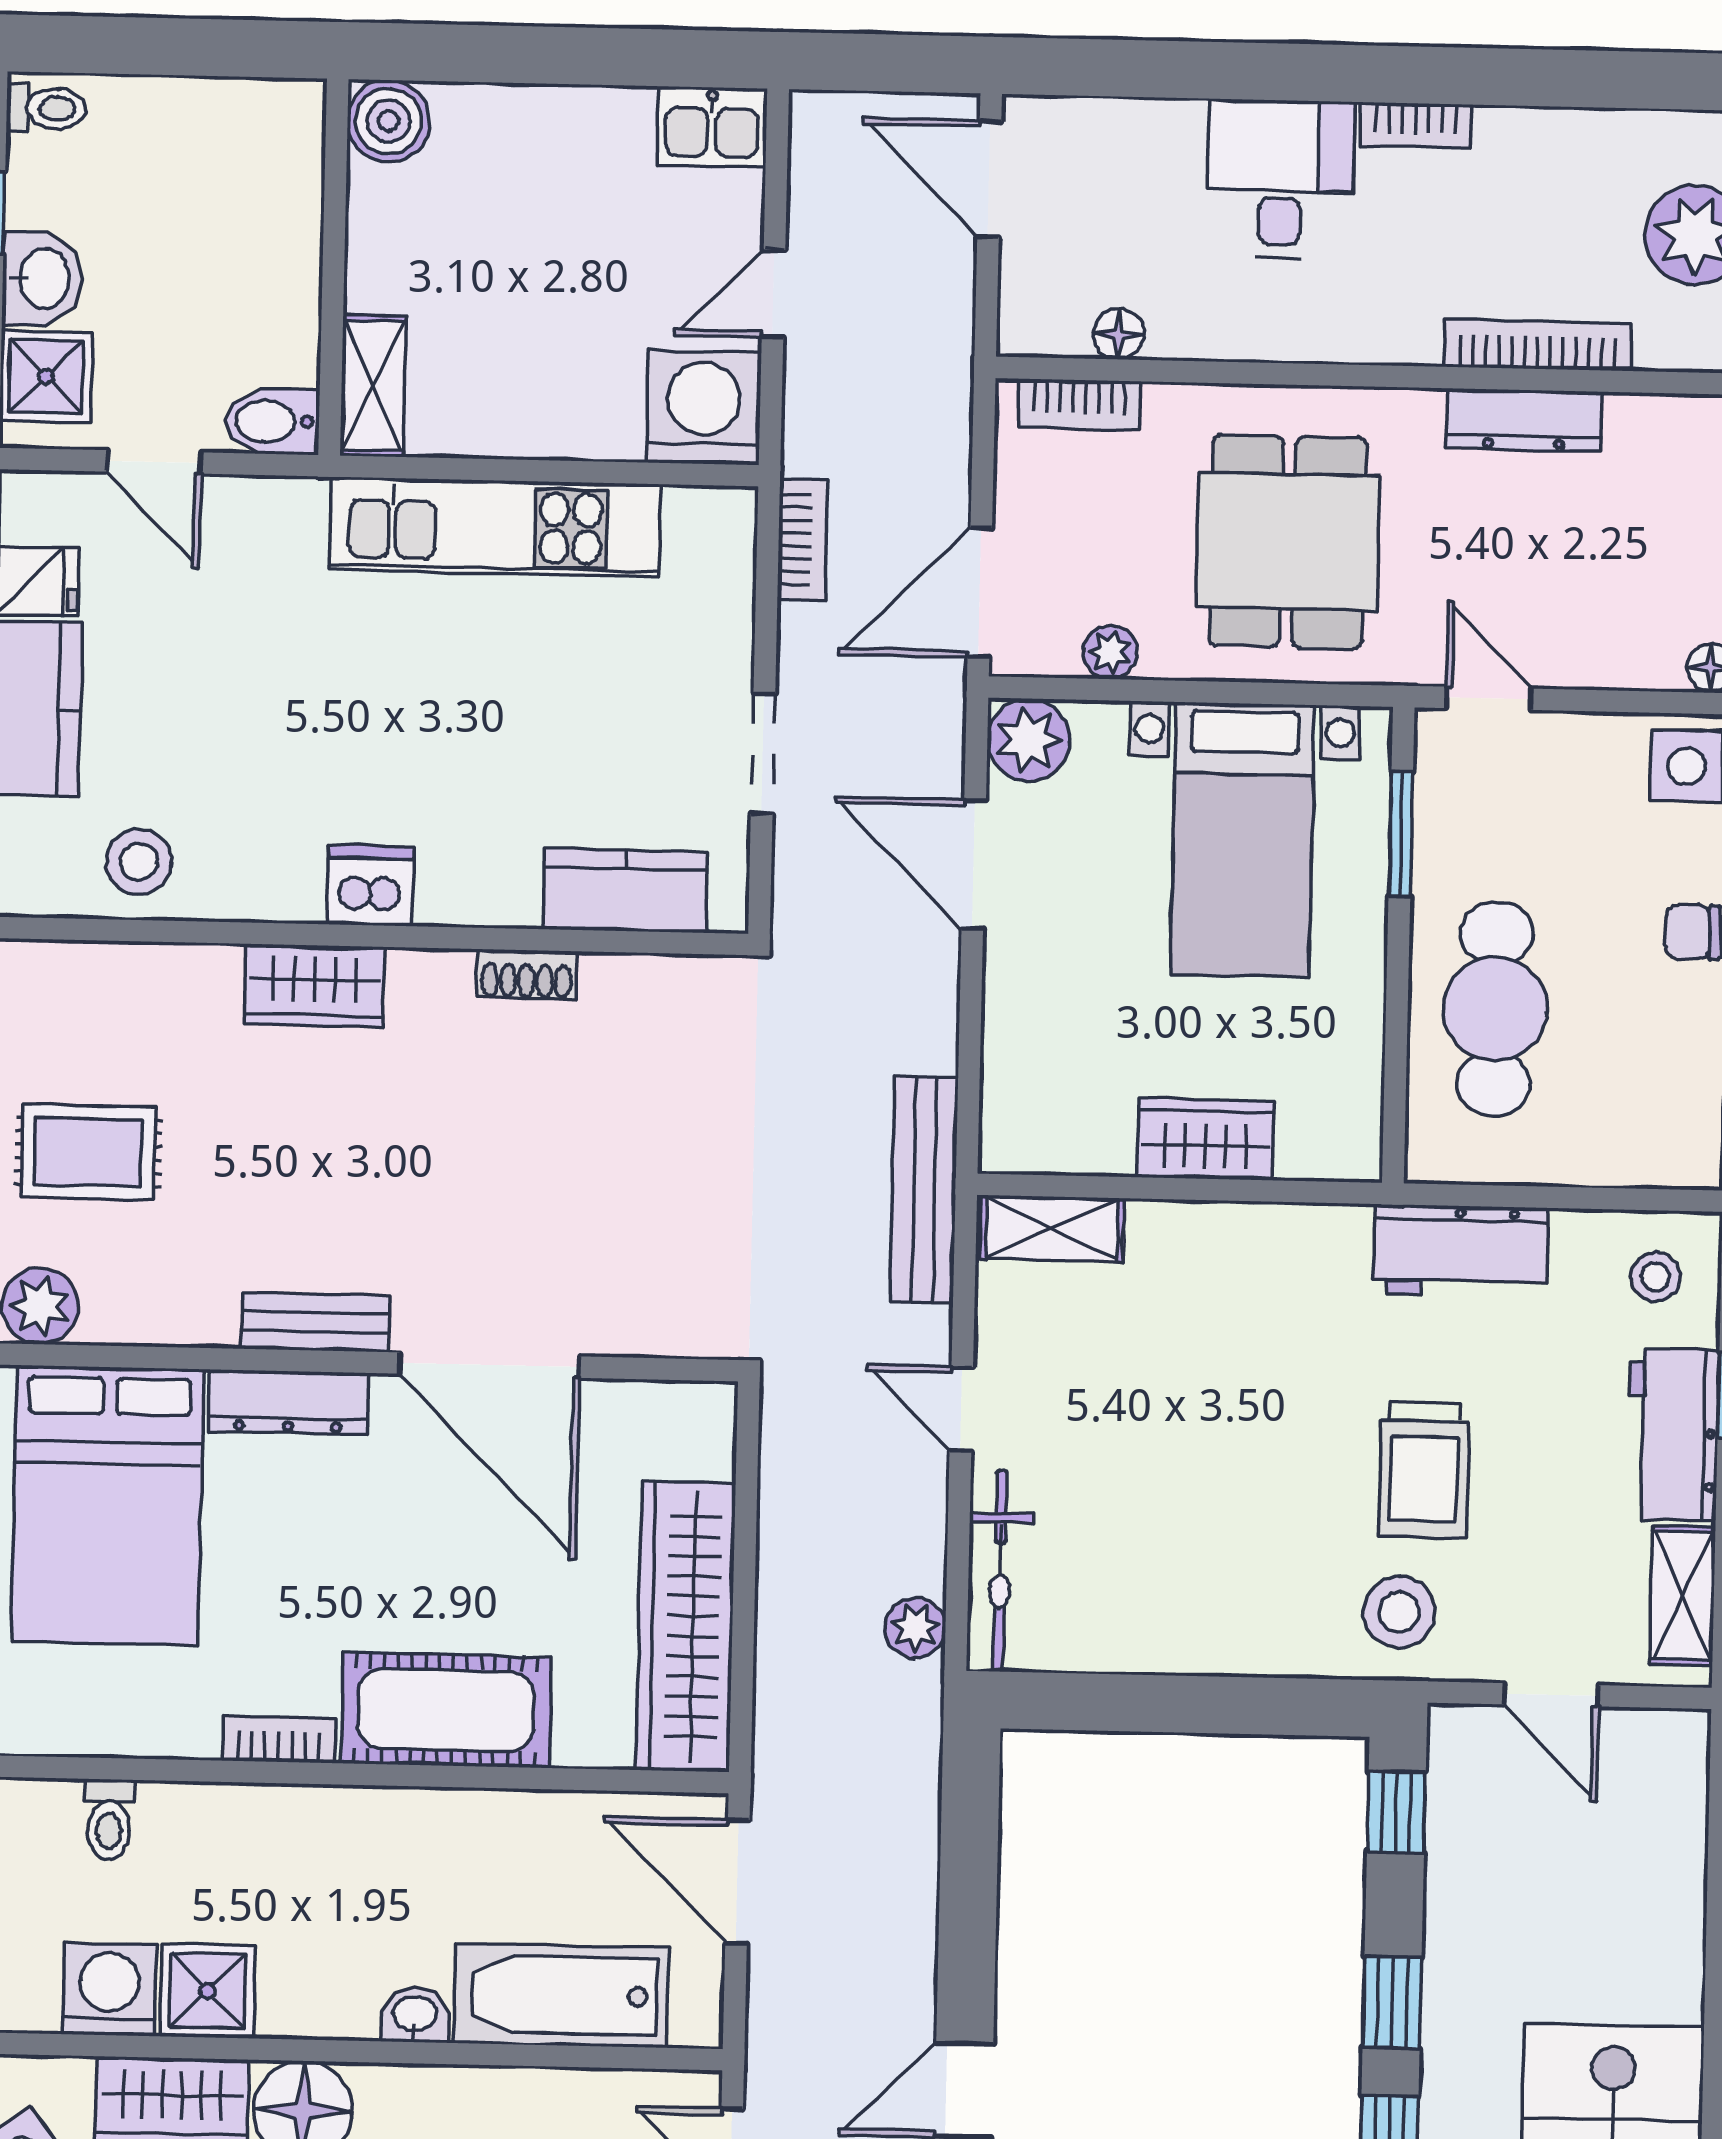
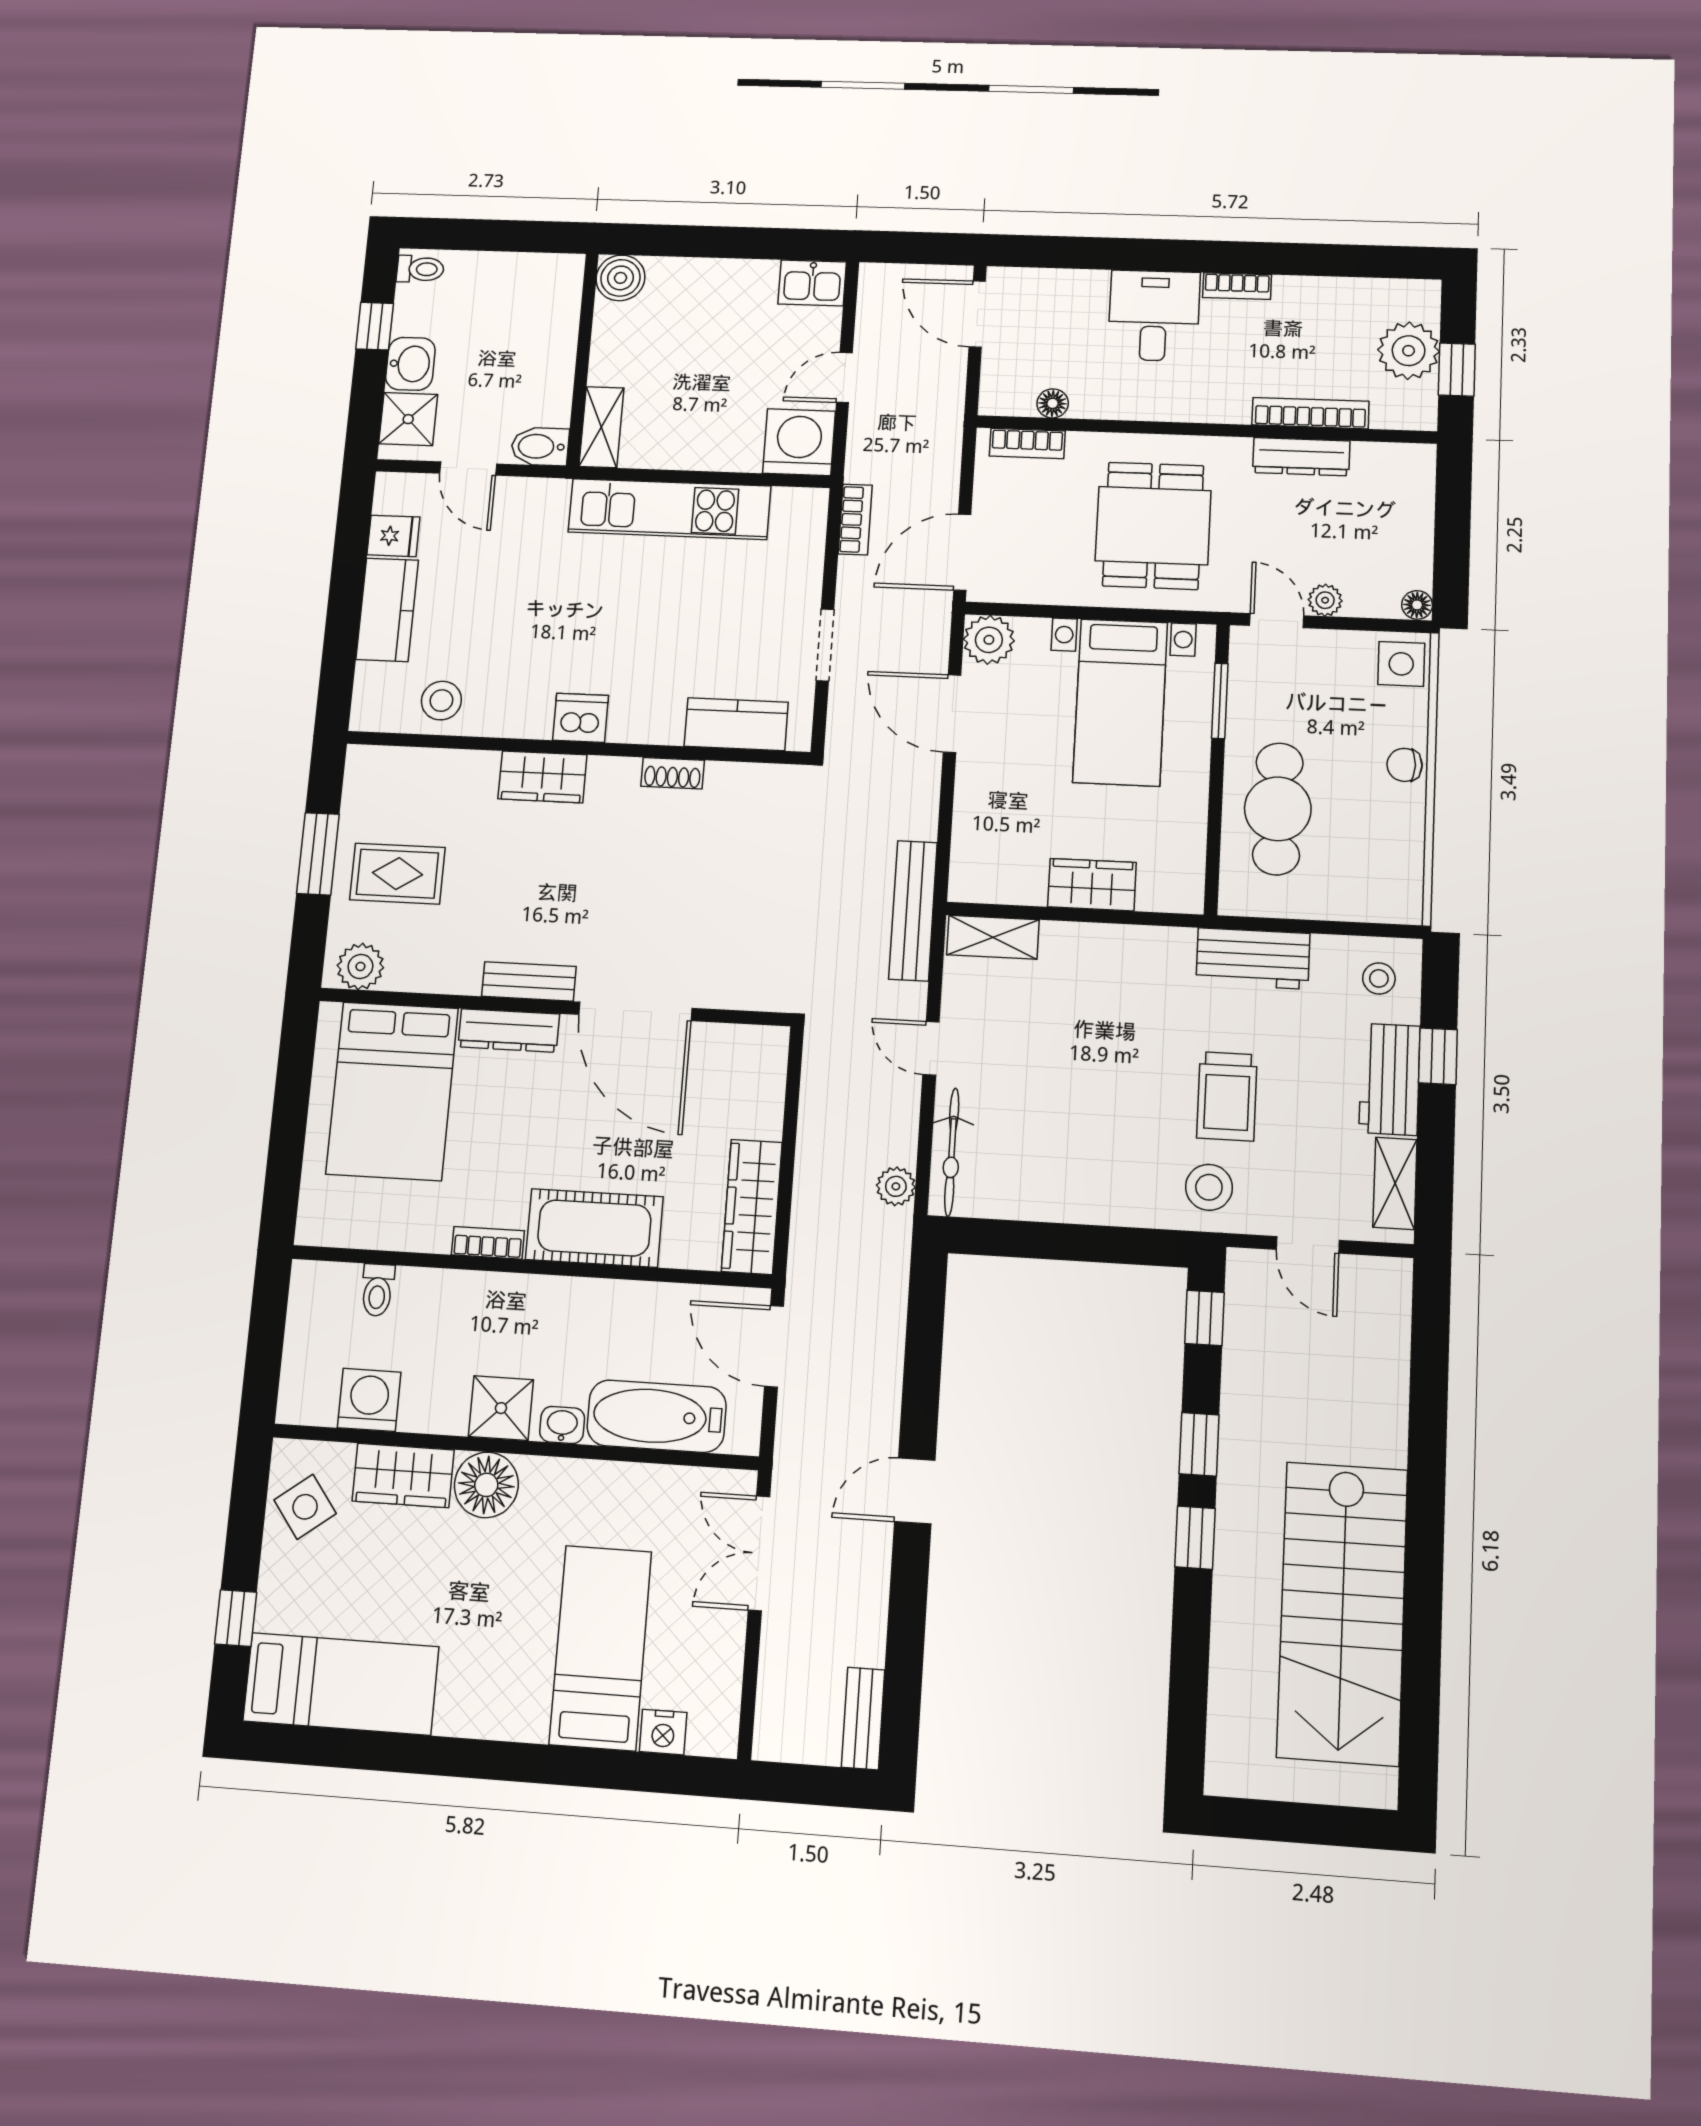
plant: (1110, 652) -> (1325, 600), moved
wardrobe: (686, 1626) -> (752, 1207), width x0.71, depth x0.85
shower: (208, 1991) -> (501, 1408), moved

